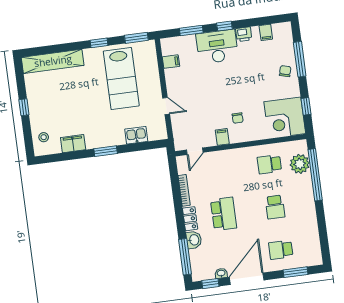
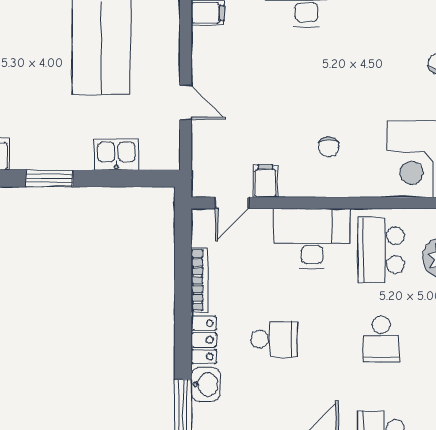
filing cabinet: (222, 137) -> (265, 181), moved
desk: (236, 163) -> (312, 238), added
school desk: (269, 164) -> (381, 250), width x1.85
school desk: (224, 214) -> (274, 339), width x0.54

